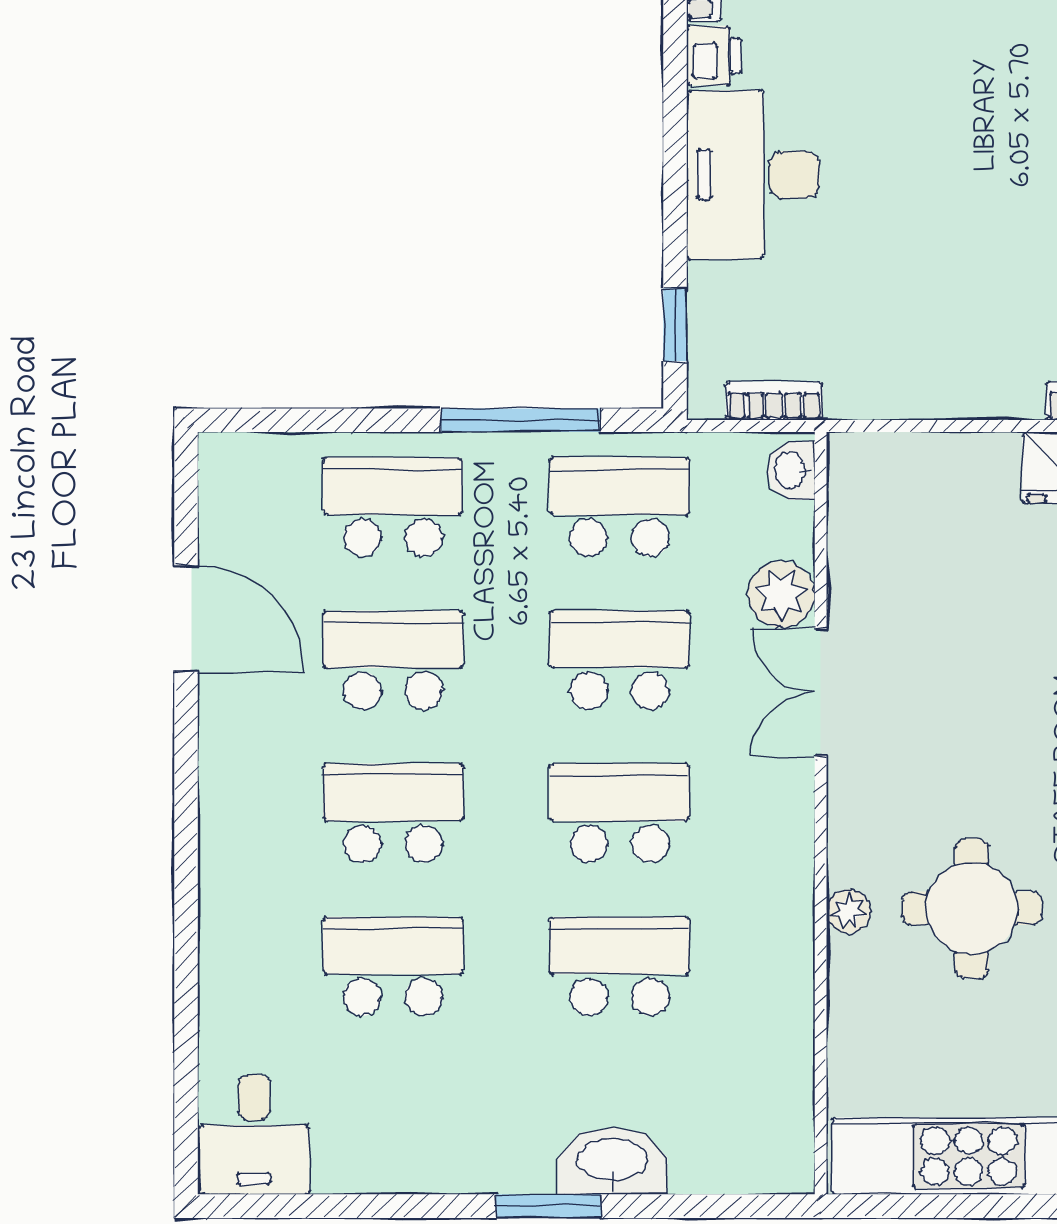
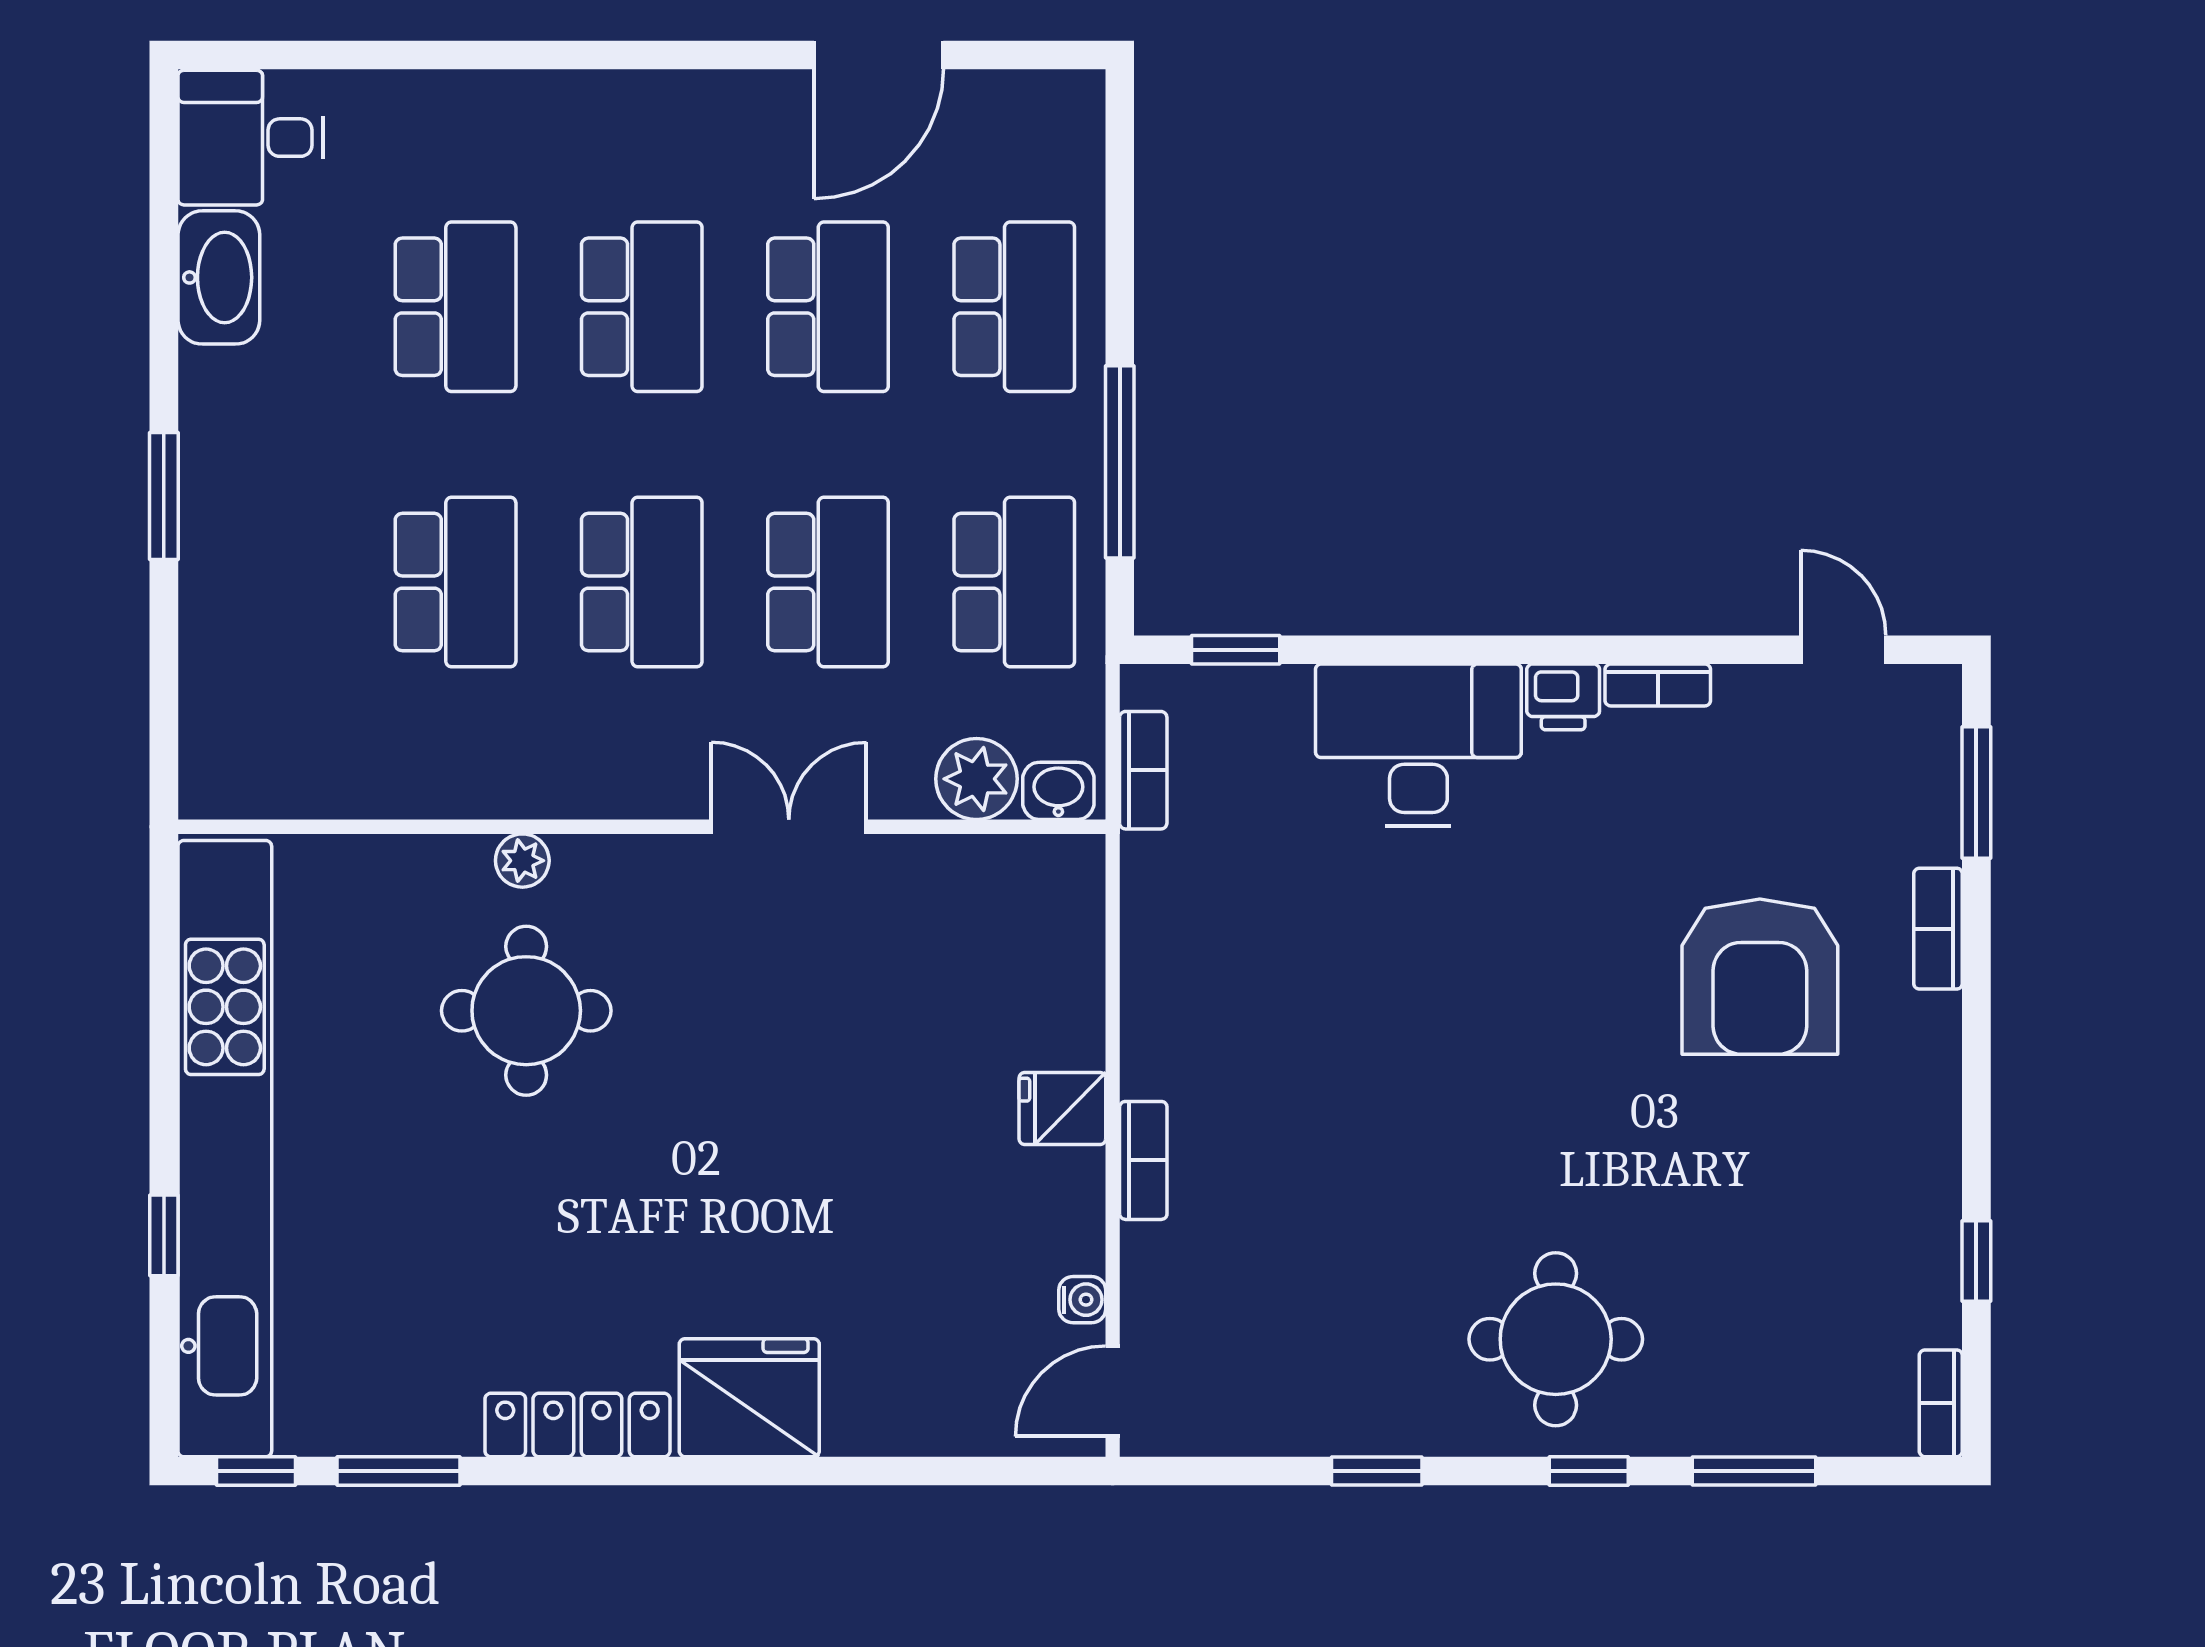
plant: (781, 594) -> (976, 779), moved
washbasin: (612, 1161) -> (219, 277), moved

